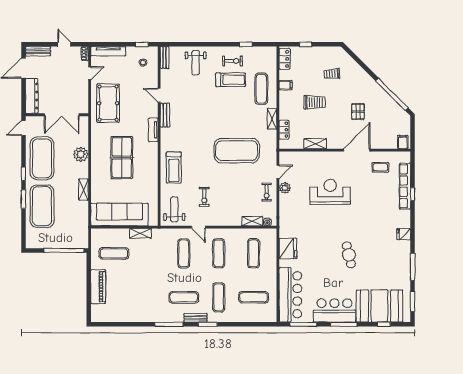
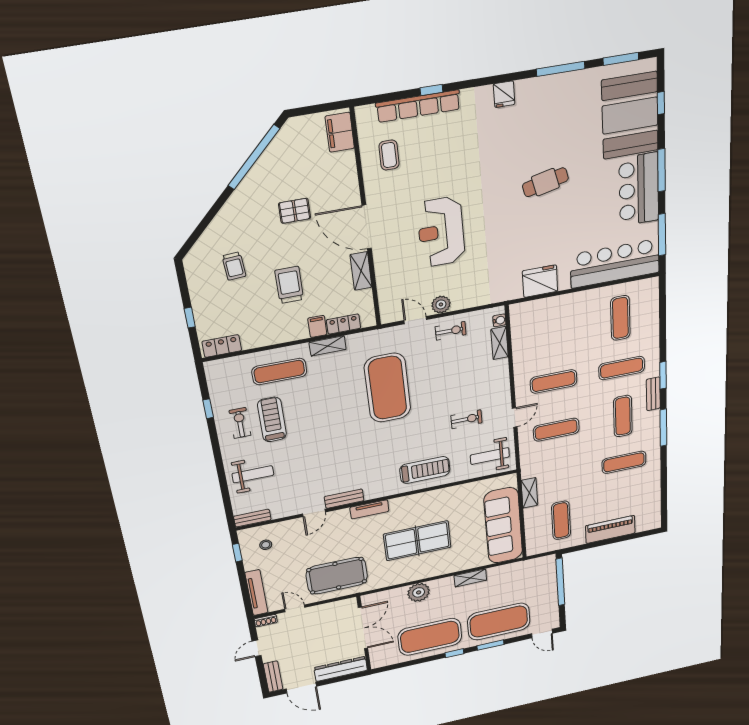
filing cabinet: (286, 85) -> (317, 326), moved
door: (23, 128) -> (542, 633), moved
filing cabinet: (403, 142) -> (340, 132), width x2.00
door: (357, 150) -> (367, 227), moved
exercise mat: (254, 253) -> (624, 462), moved

